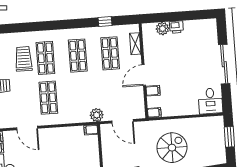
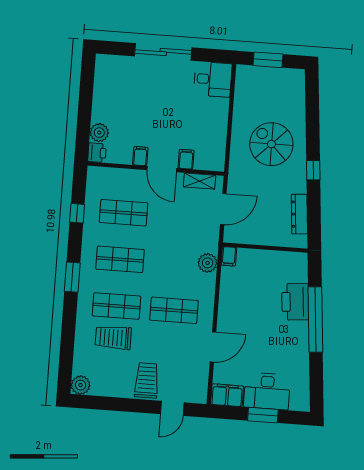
window: (61, 25) -> (72, 277), added
printer: (176, 27) -> (97, 153), moved
shelving: (135, 44) -> (200, 181), moved
filing cabinet: (154, 113) -> (140, 156), moved
plant: (97, 115) -> (208, 263), moved

